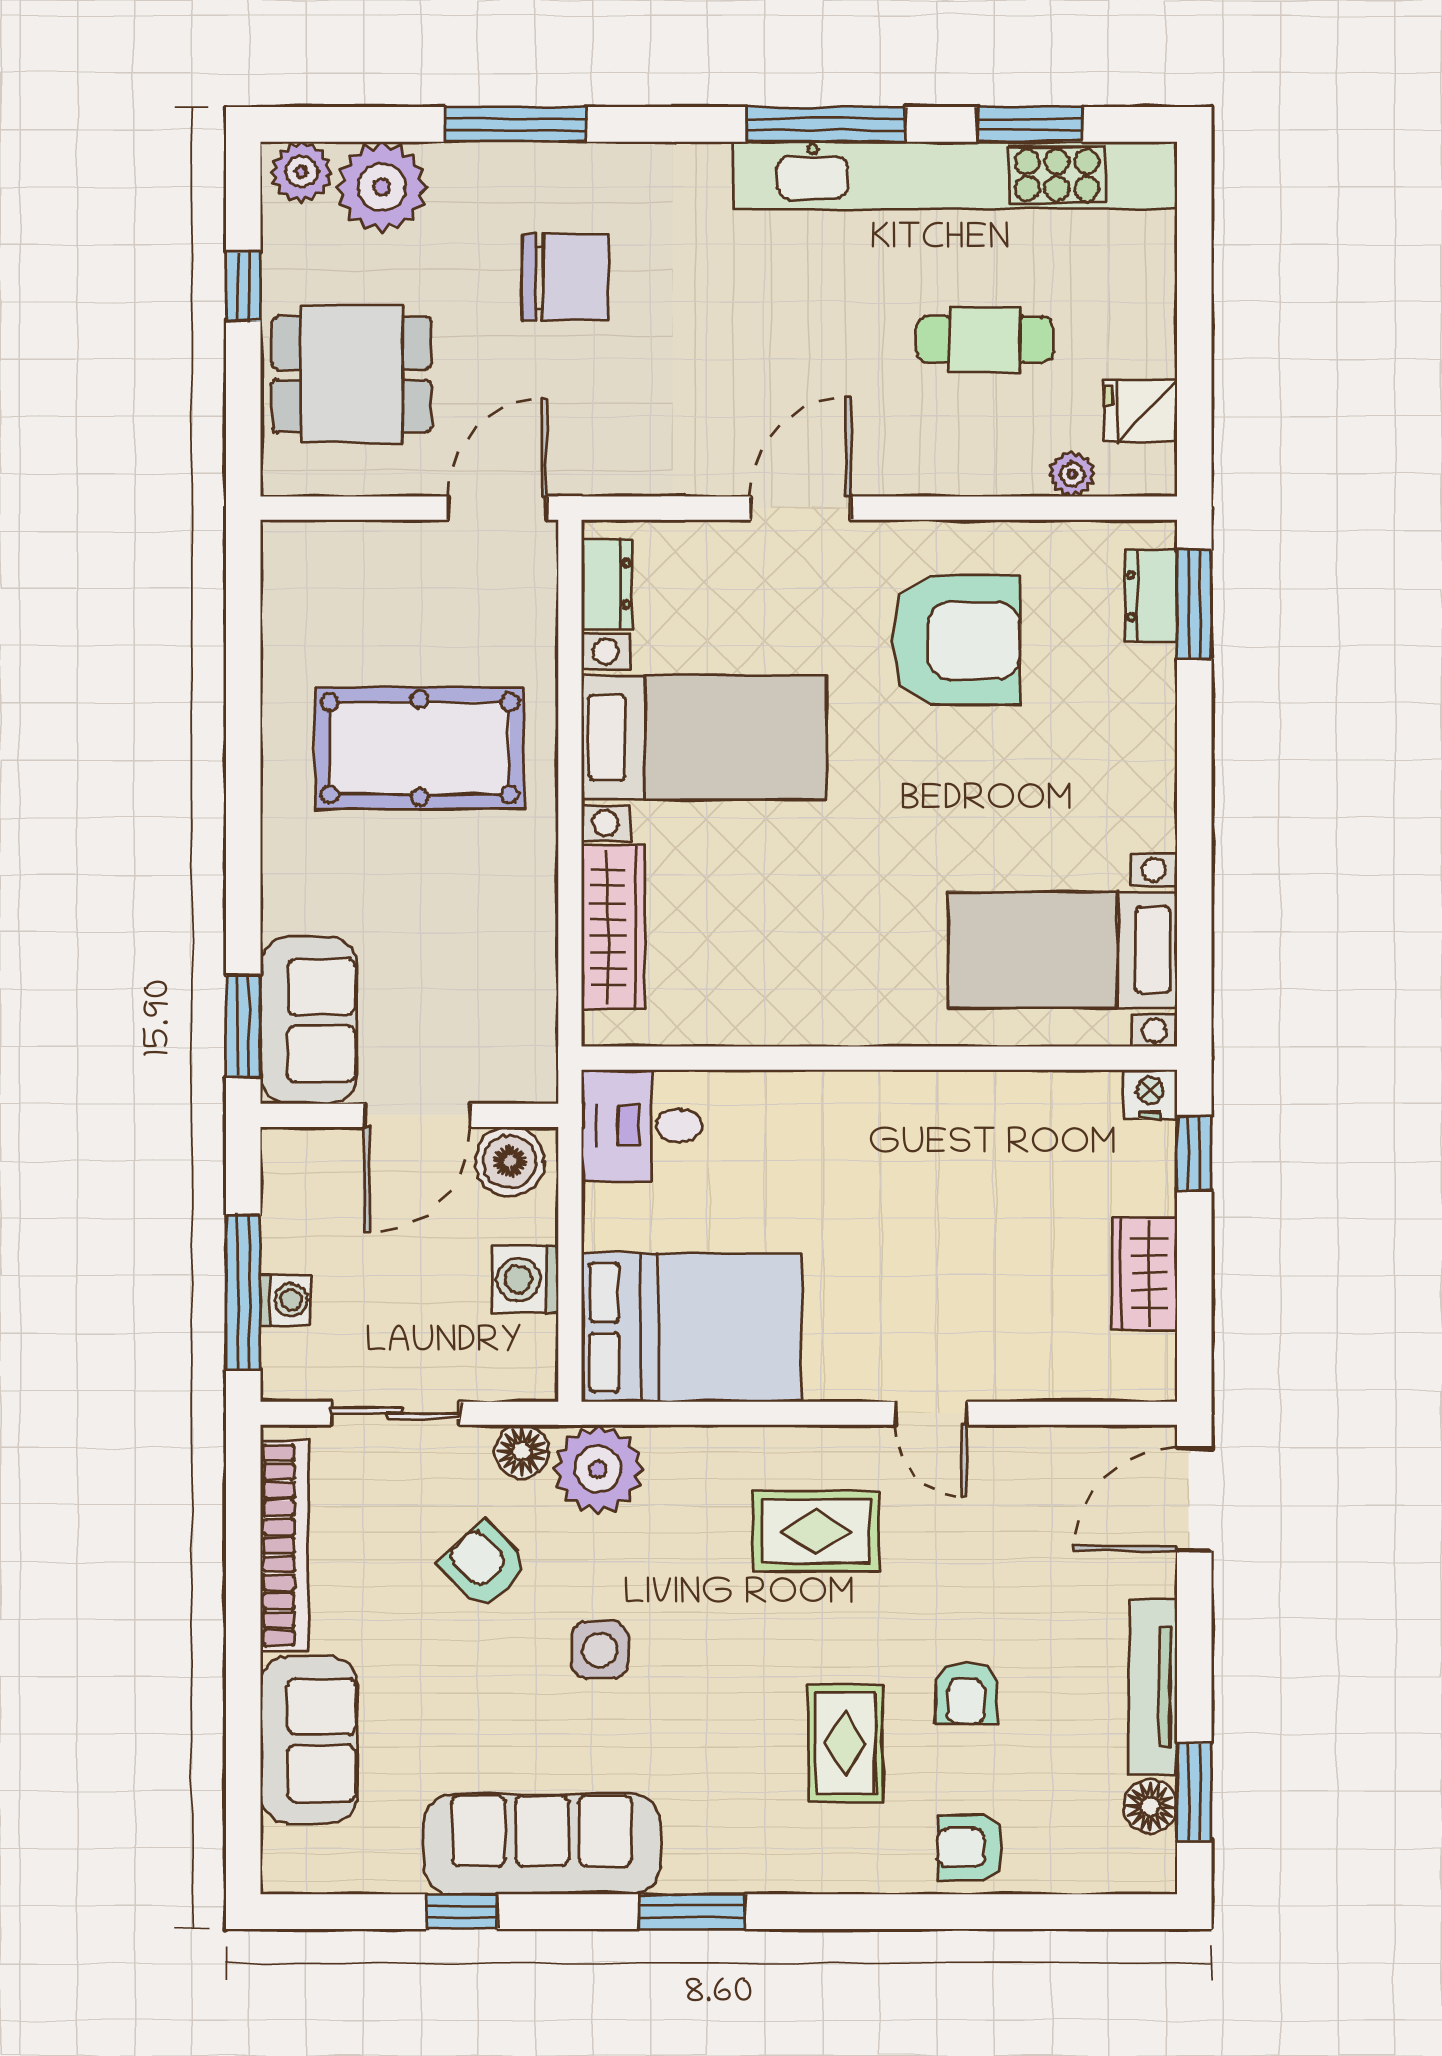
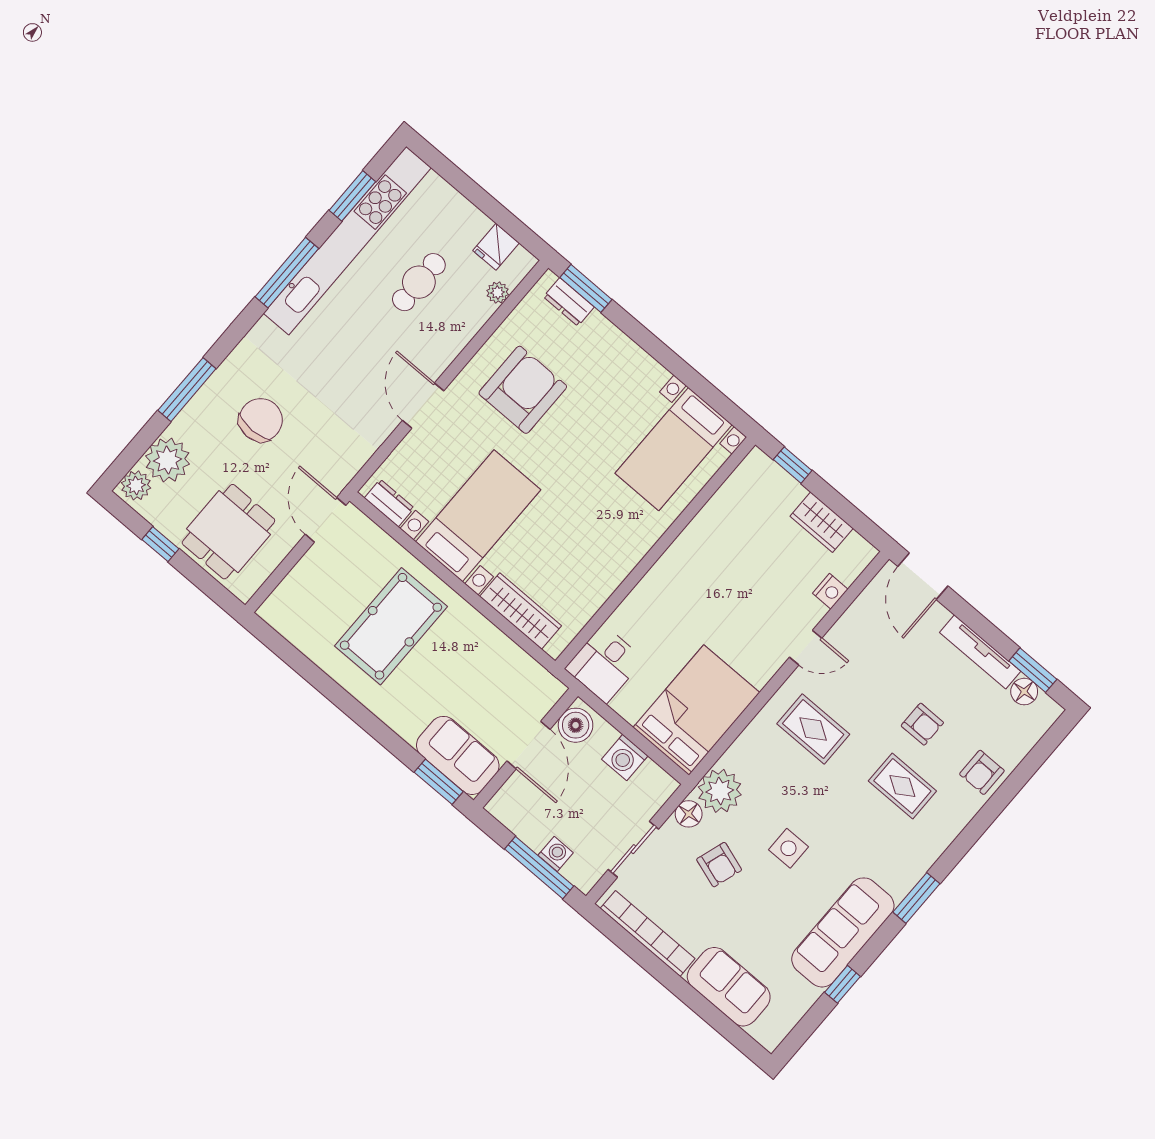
nightstand: (1150, 1094) -> (830, 591), moved, turned 180
rug: (816, 1532) -> (813, 729), turned 90
armchair: (484, 1565) -> (719, 865), turned -118

